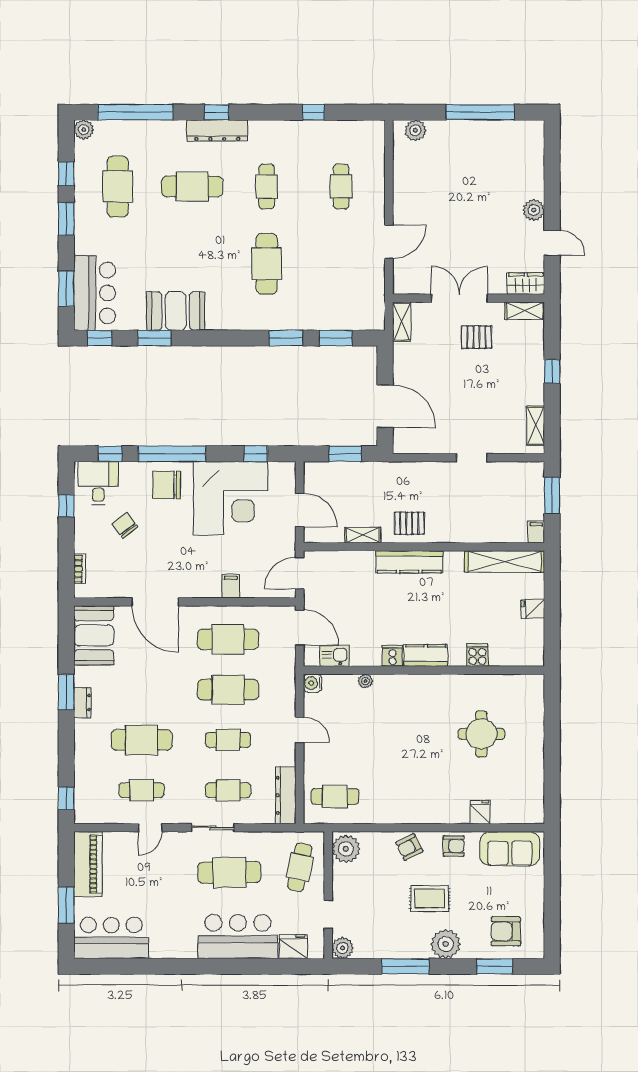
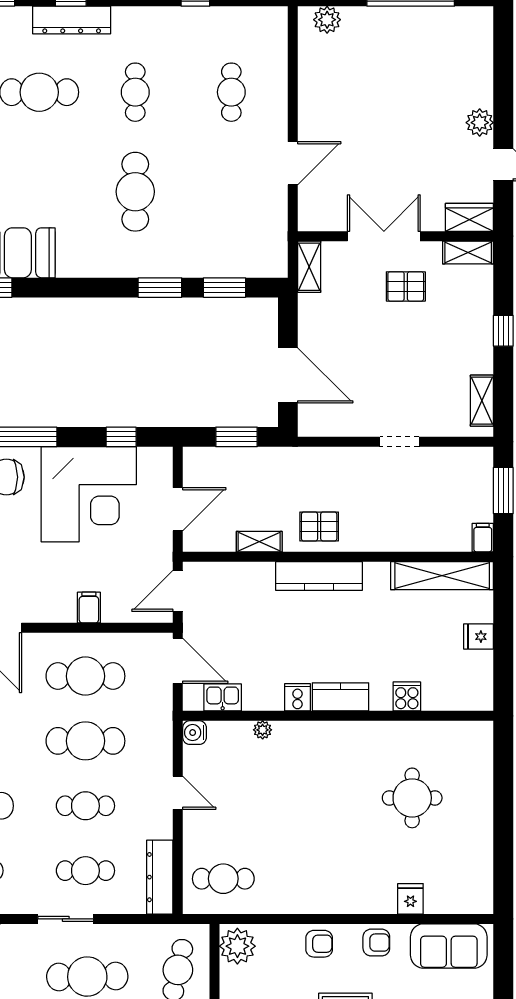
door: (300, 510) -> (178, 509), hinge flipped
armchair: (409, 847) -> (319, 944), turned -153

